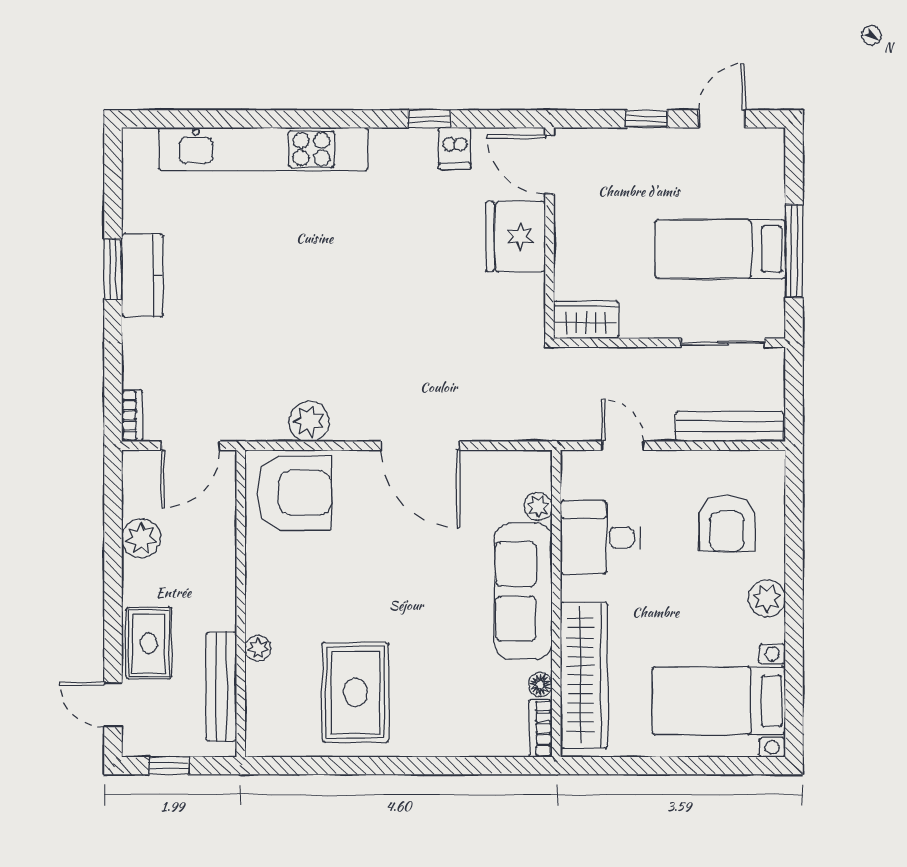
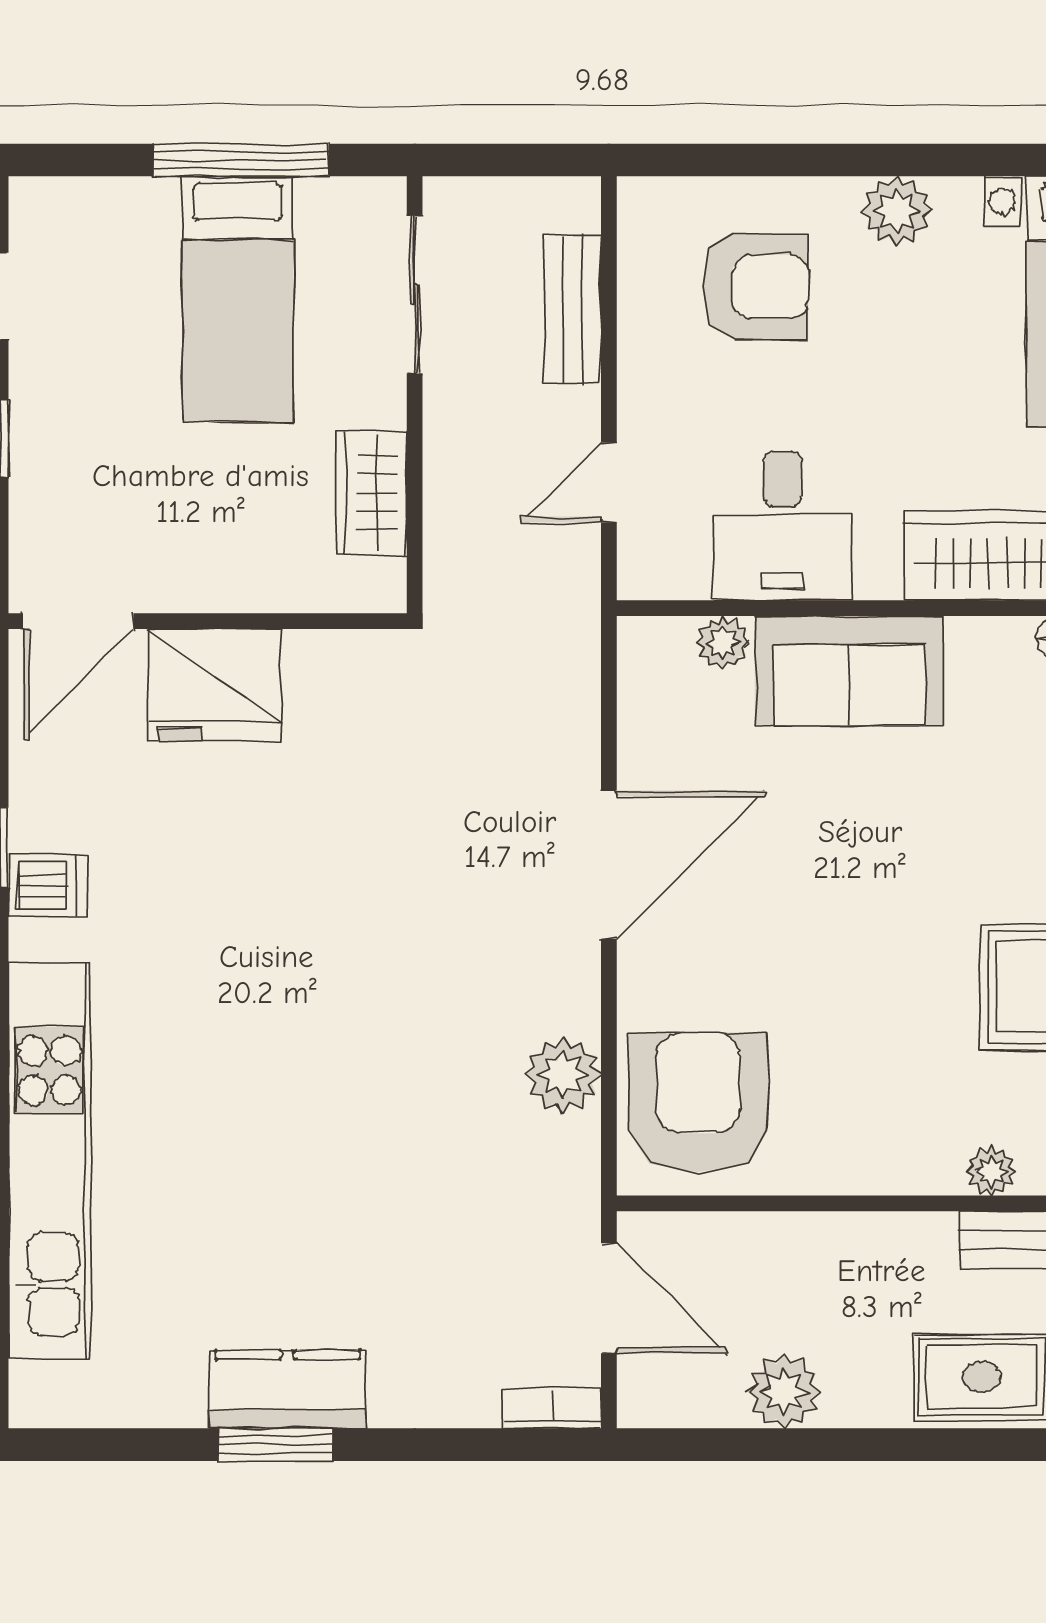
dishwasher: (455, 148) -> (48, 885), moved
wardrobe: (586, 320) -> (371, 493), moved
bench: (729, 426) -> (572, 309), width x0.73
sofa: (523, 591) -> (849, 671), width x0.73

